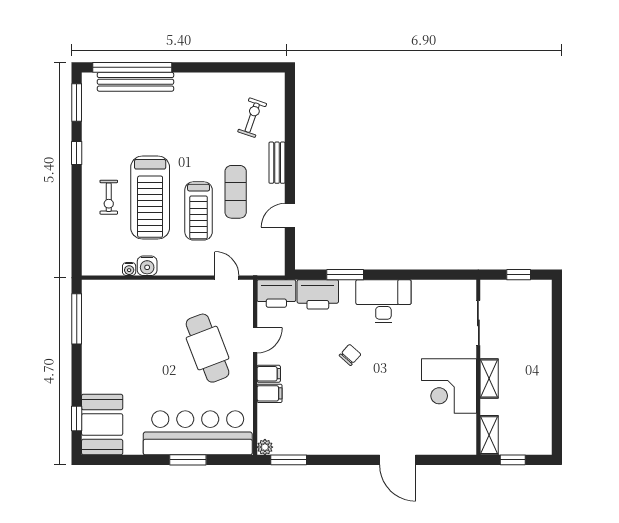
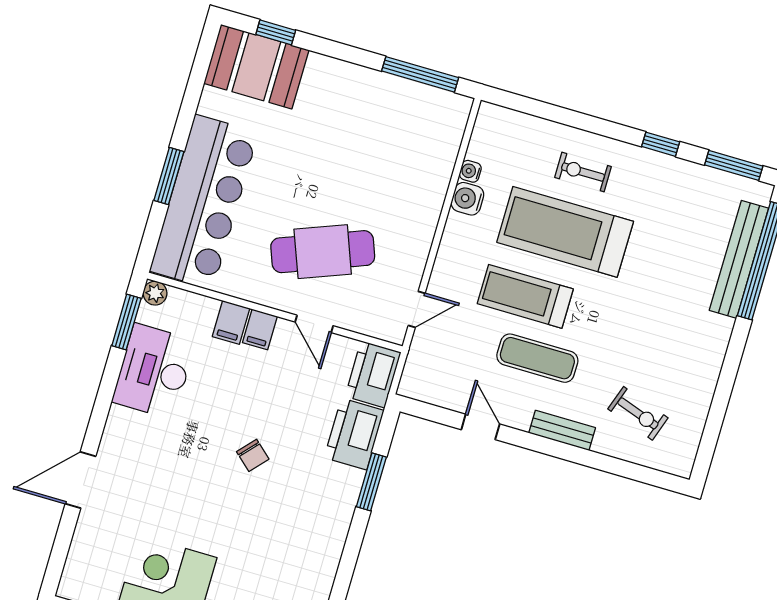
desk: (383, 301) -> (154, 371), moved, turned 180

